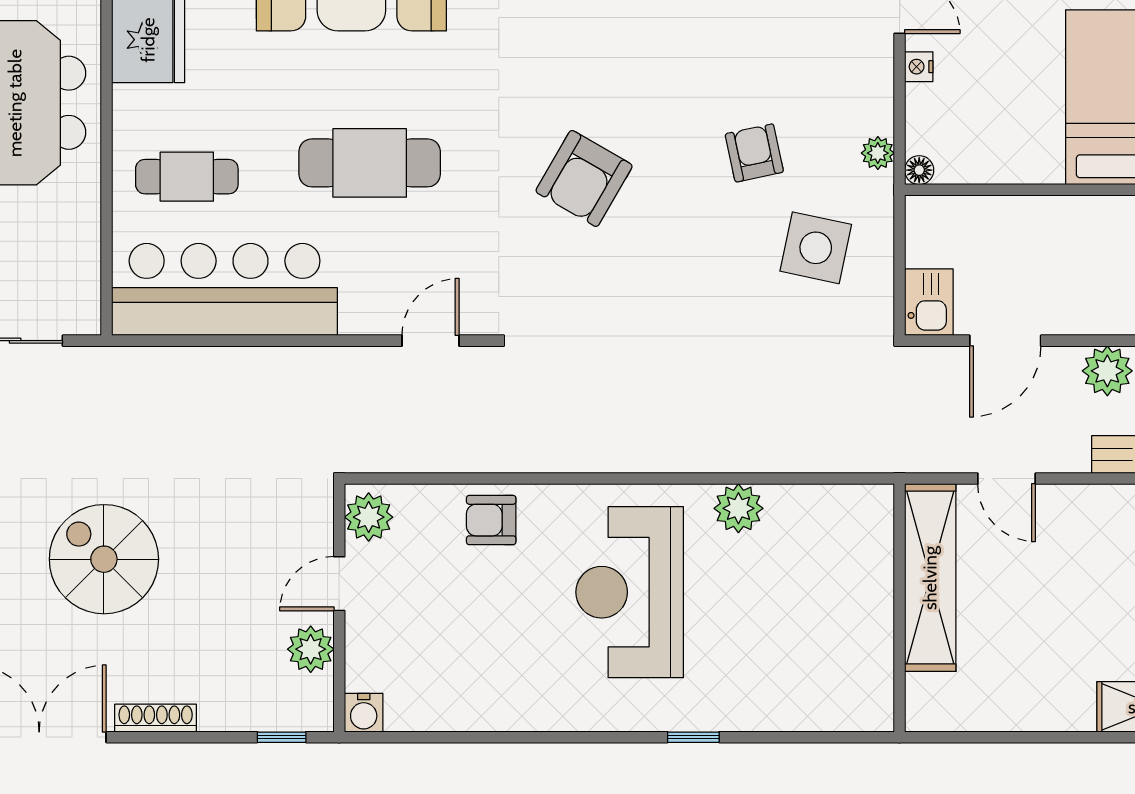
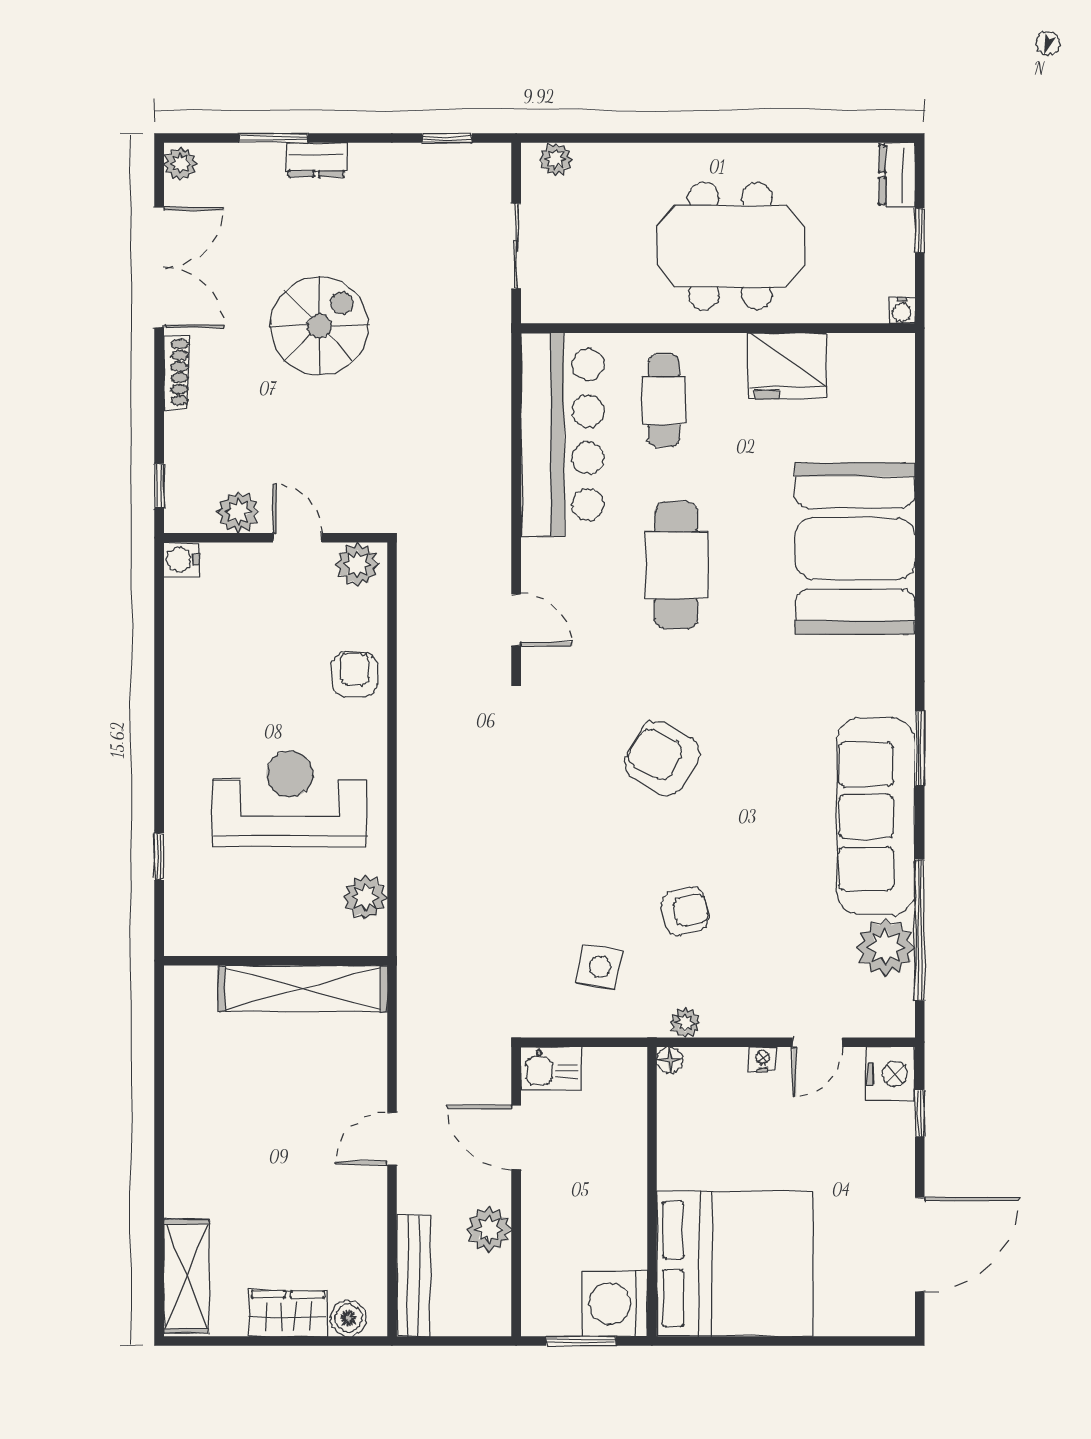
side table: (816, 248) -> (600, 967), width x0.73, depth x0.73
shelving: (930, 578) -> (303, 988), moved
wall: (900, 608) -> (276, 961), moved

